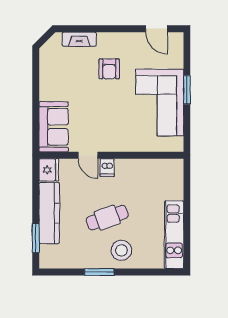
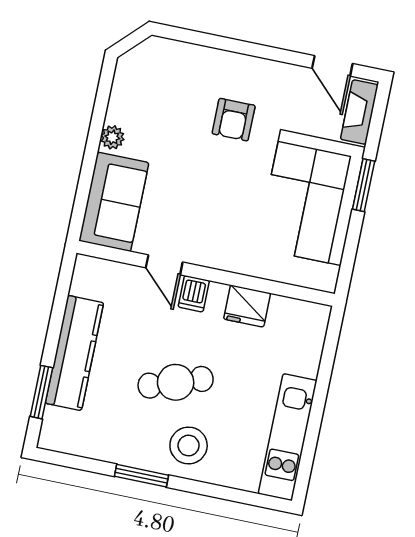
fireplace: (79, 39) -> (359, 112), moved, turned 90
plant: (46, 92) -> (112, 137), added
fridge: (49, 170) -> (247, 306), moved, turned 90

